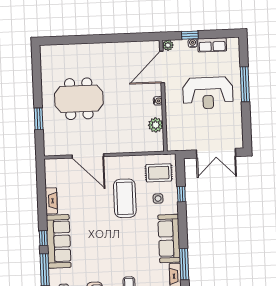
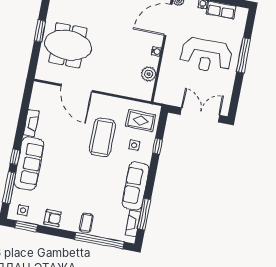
meeting table: (79, 99) -> (68, 45), moved
window: (39, 119) -> (40, 31), moved
double door: (216, 153) -> (200, 115), swing flipped

